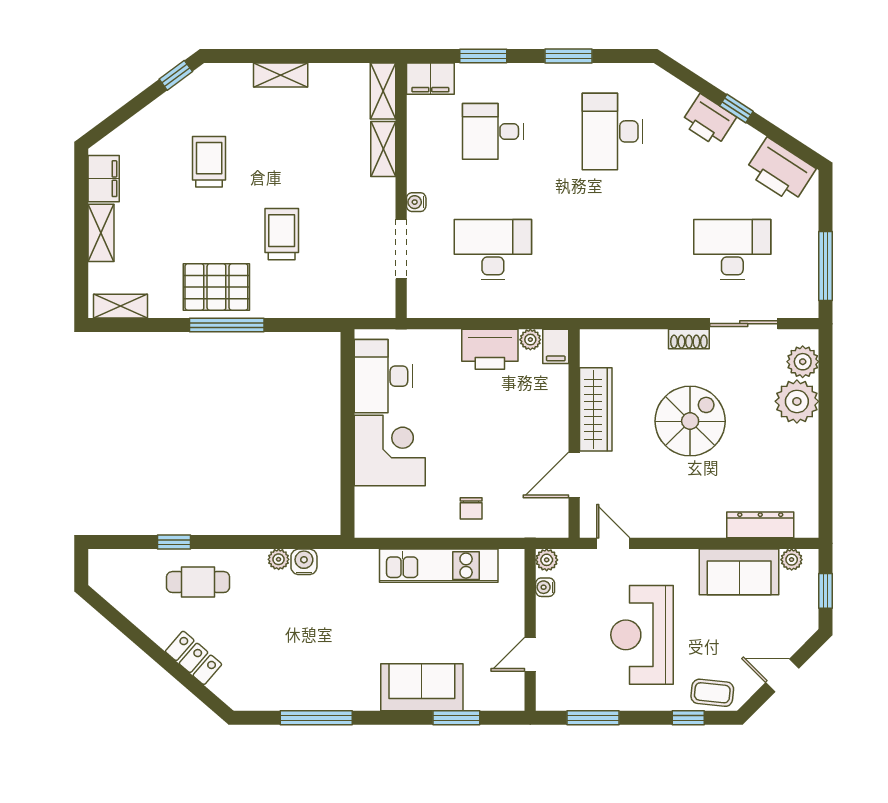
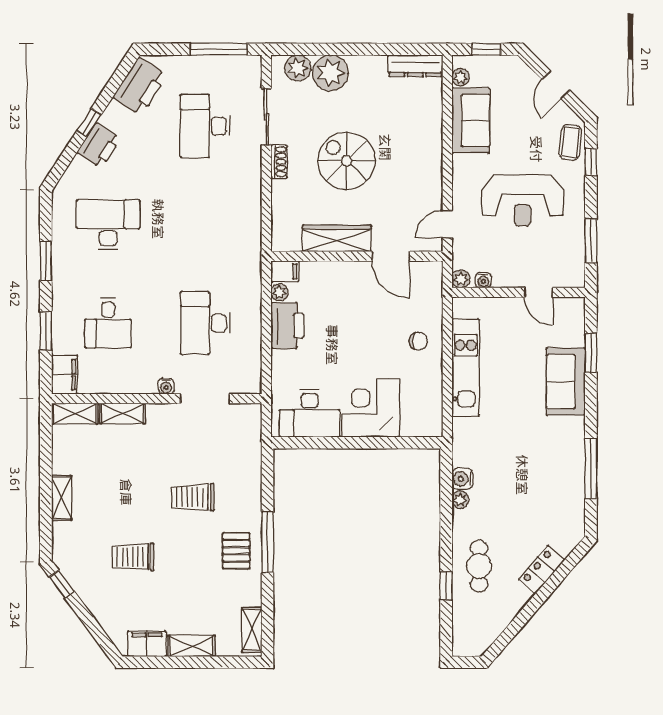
desk: (613, 131) -> (108, 225), turned 180
pallet: (216, 287) -> (236, 551), width x0.67, depth x0.71
dresser: (760, 525) -> (415, 66), moved, turned -90

